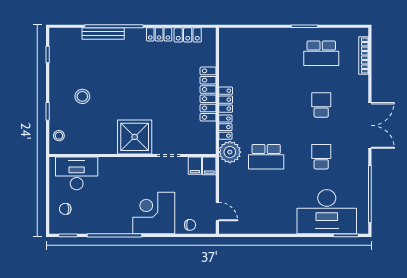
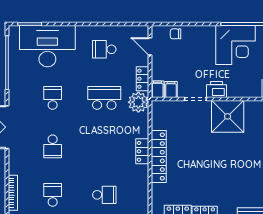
school desk: (266, 53) -> (104, 195), added
school desk: (321, 53) -> (53, 195), width x0.54
locker: (225, 127) -> (142, 79), moved
school desk: (321, 157) -> (53, 98), turned 180
printer: (146, 166) -> (217, 89), added
school desk: (266, 208) -> (104, 49), added
corner desk: (154, 213) -> (236, 45), moved

